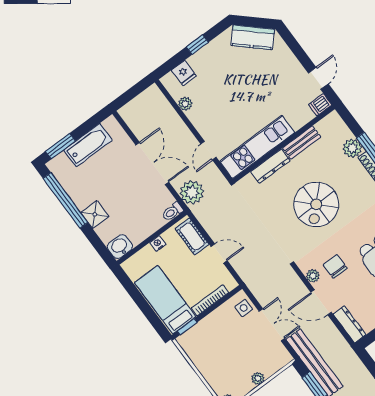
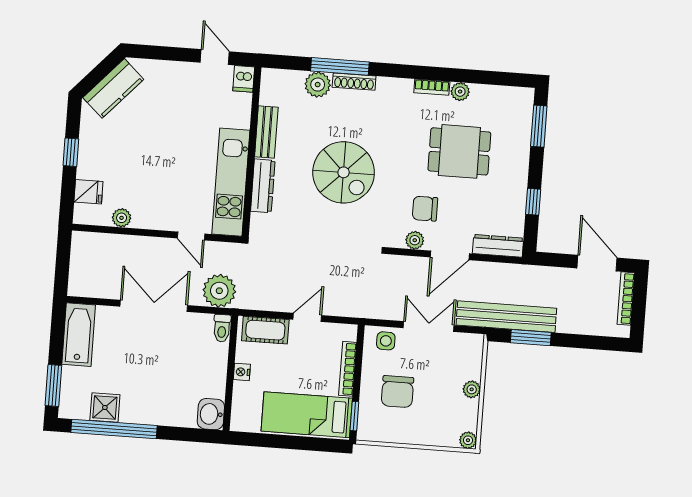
bathtub: (88, 145) -> (79, 335), moved
shower: (95, 214) -> (105, 408), moved
chair: (221, 339) -> (397, 392), added

